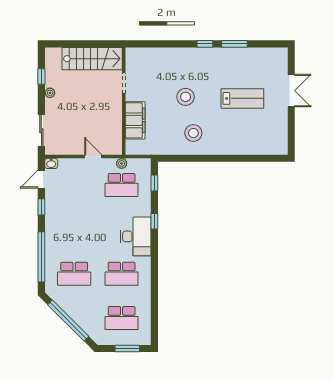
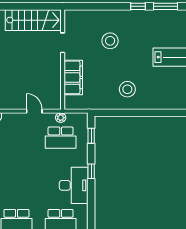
stool: (186, 97) -> (110, 41), moved

